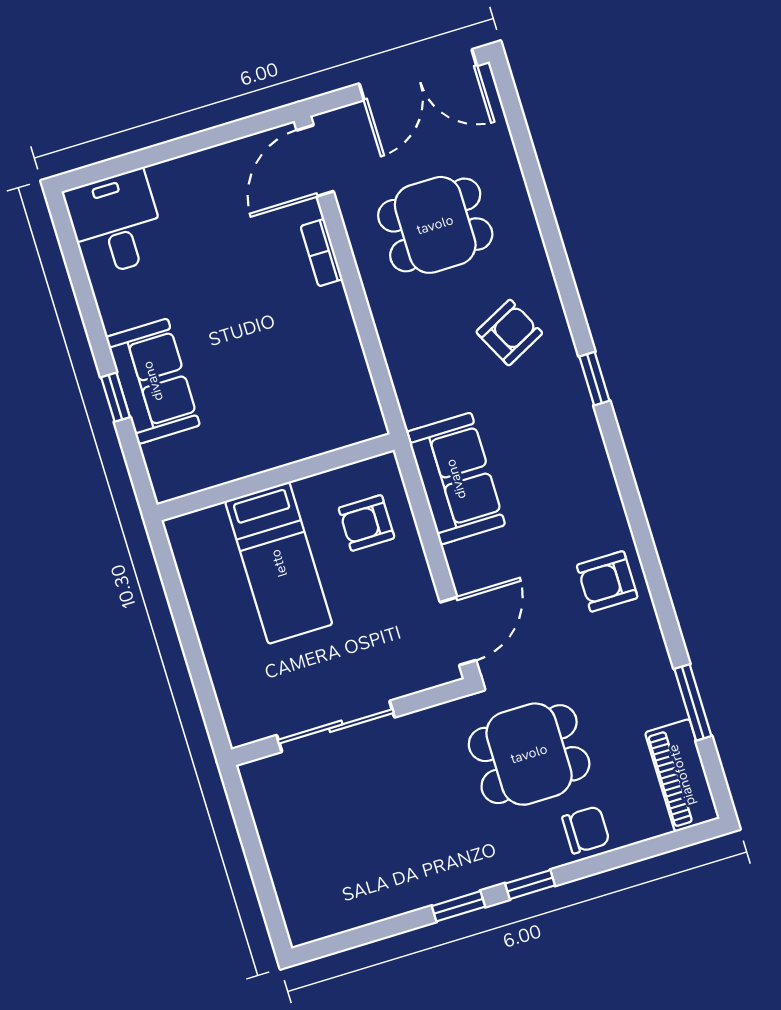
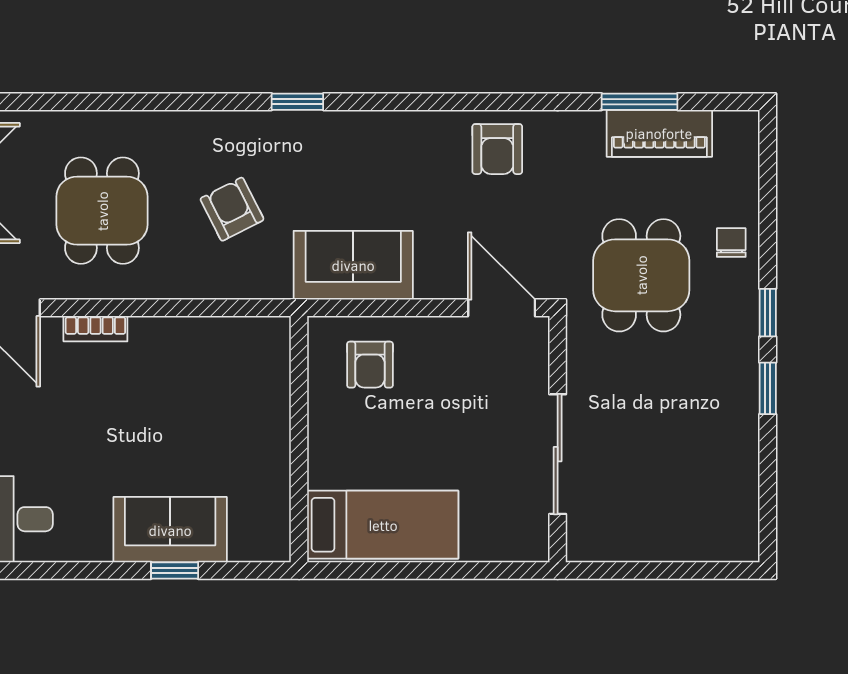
armchair: (509, 333) -> (232, 209), moved
bed: (279, 563) -> (383, 525), moved
piano: (682, 775) -> (659, 133), moved
chair: (586, 830) -> (731, 243), width x0.73, depth x0.73

